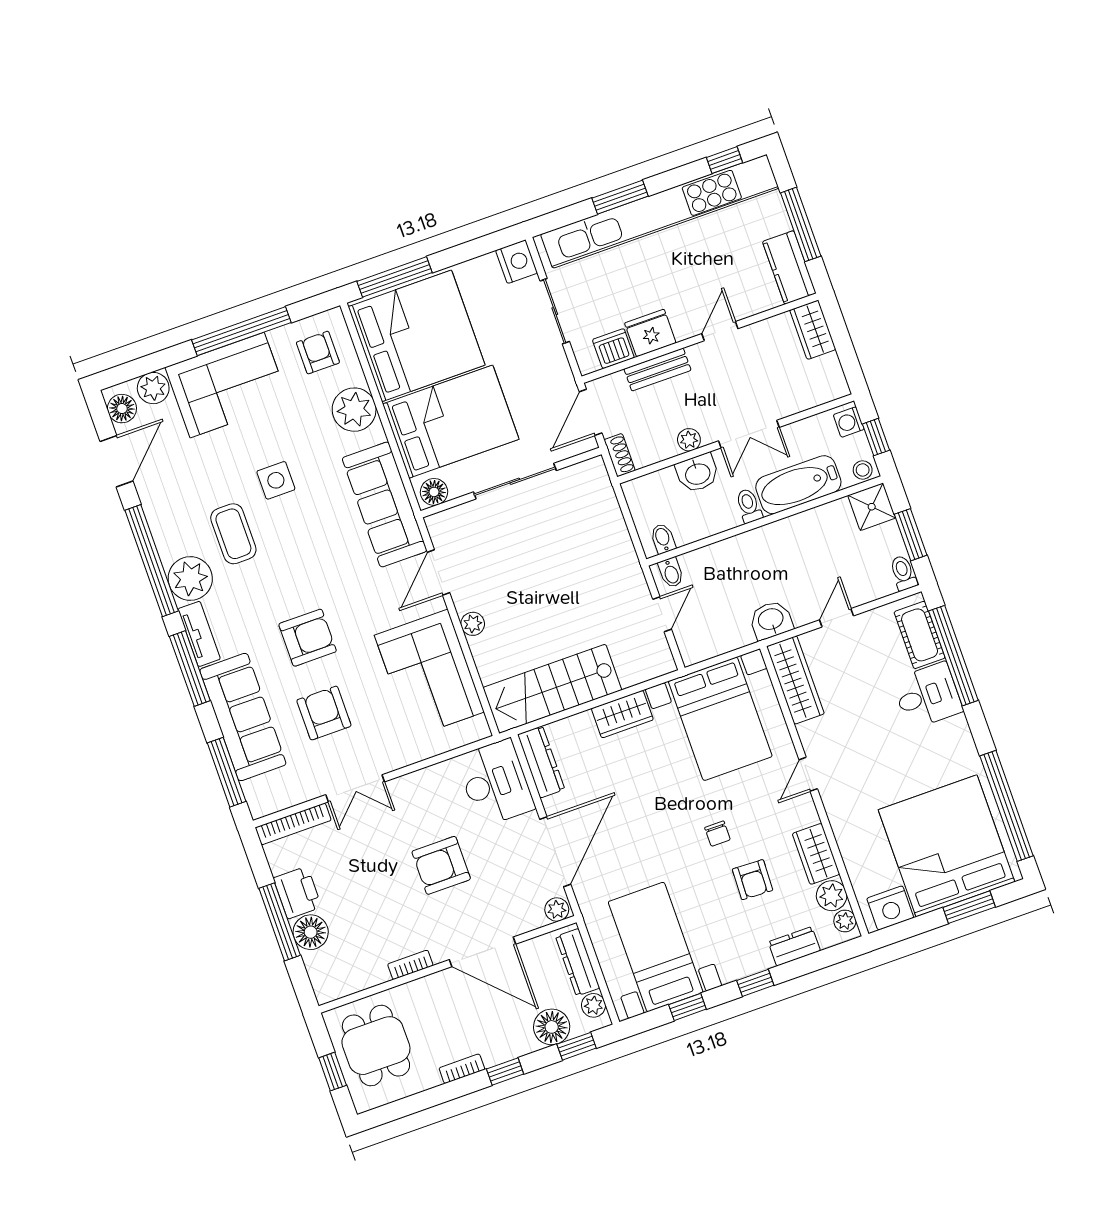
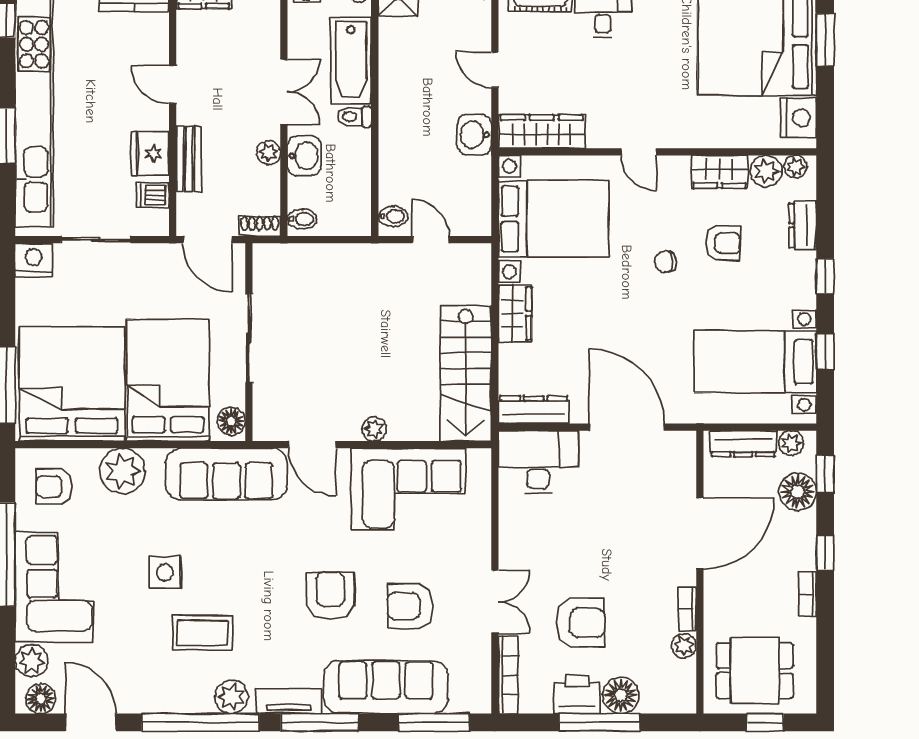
dishwasher: (613, 349) -> (153, 195), width x0.73
bidet: (663, 539) -> (302, 219), moved, turned 180
plant: (190, 579) -> (231, 697), width x0.73, depth x0.73
chair: (717, 834) -> (665, 262), turned 180
armchair: (441, 865) -> (581, 623), moved, turned -90
plant: (557, 909) -> (684, 646), moved

